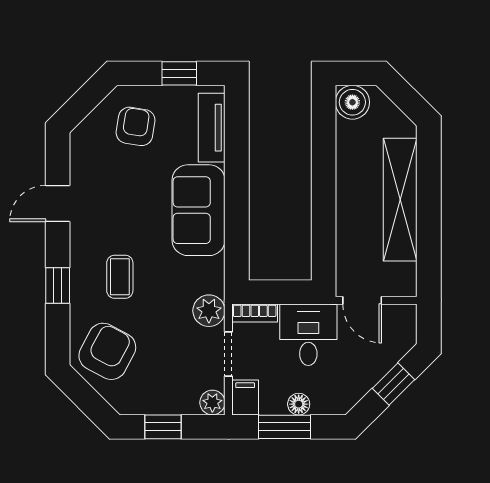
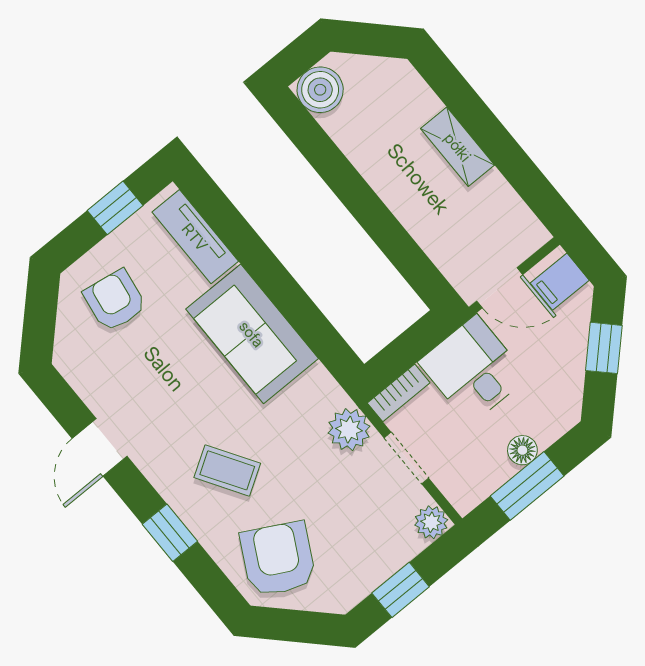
shelving: (400, 200) -> (458, 147), width x0.45, depth x0.75
coffee table: (120, 277) -> (227, 470), turned -32
filing cabinet: (245, 397) -> (560, 282), moved, turned -90

